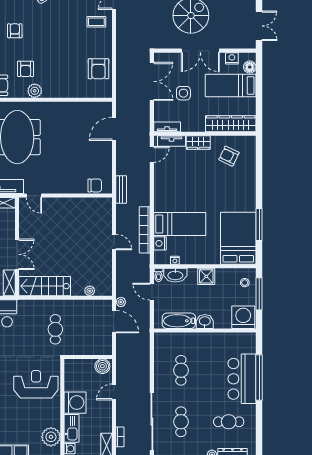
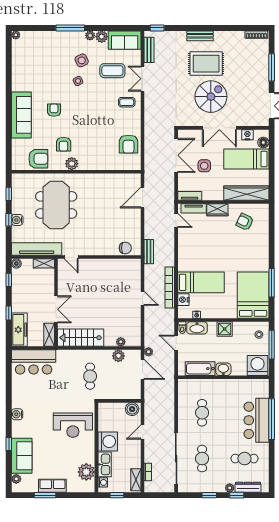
door: (152, 154) -> (176, 220), hinge flipped
plant: (87, 306) -> (118, 356), added
reception desk: (36, 384) -> (73, 425), turned 180

